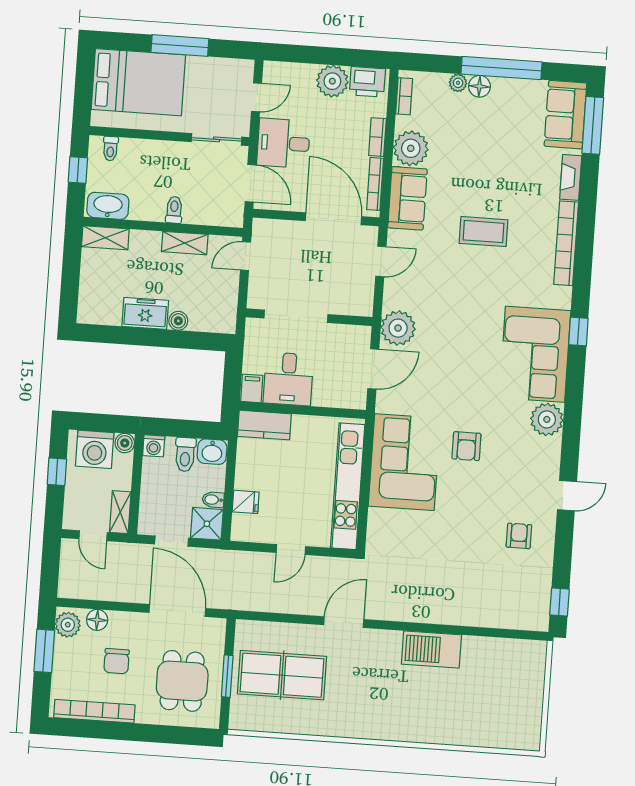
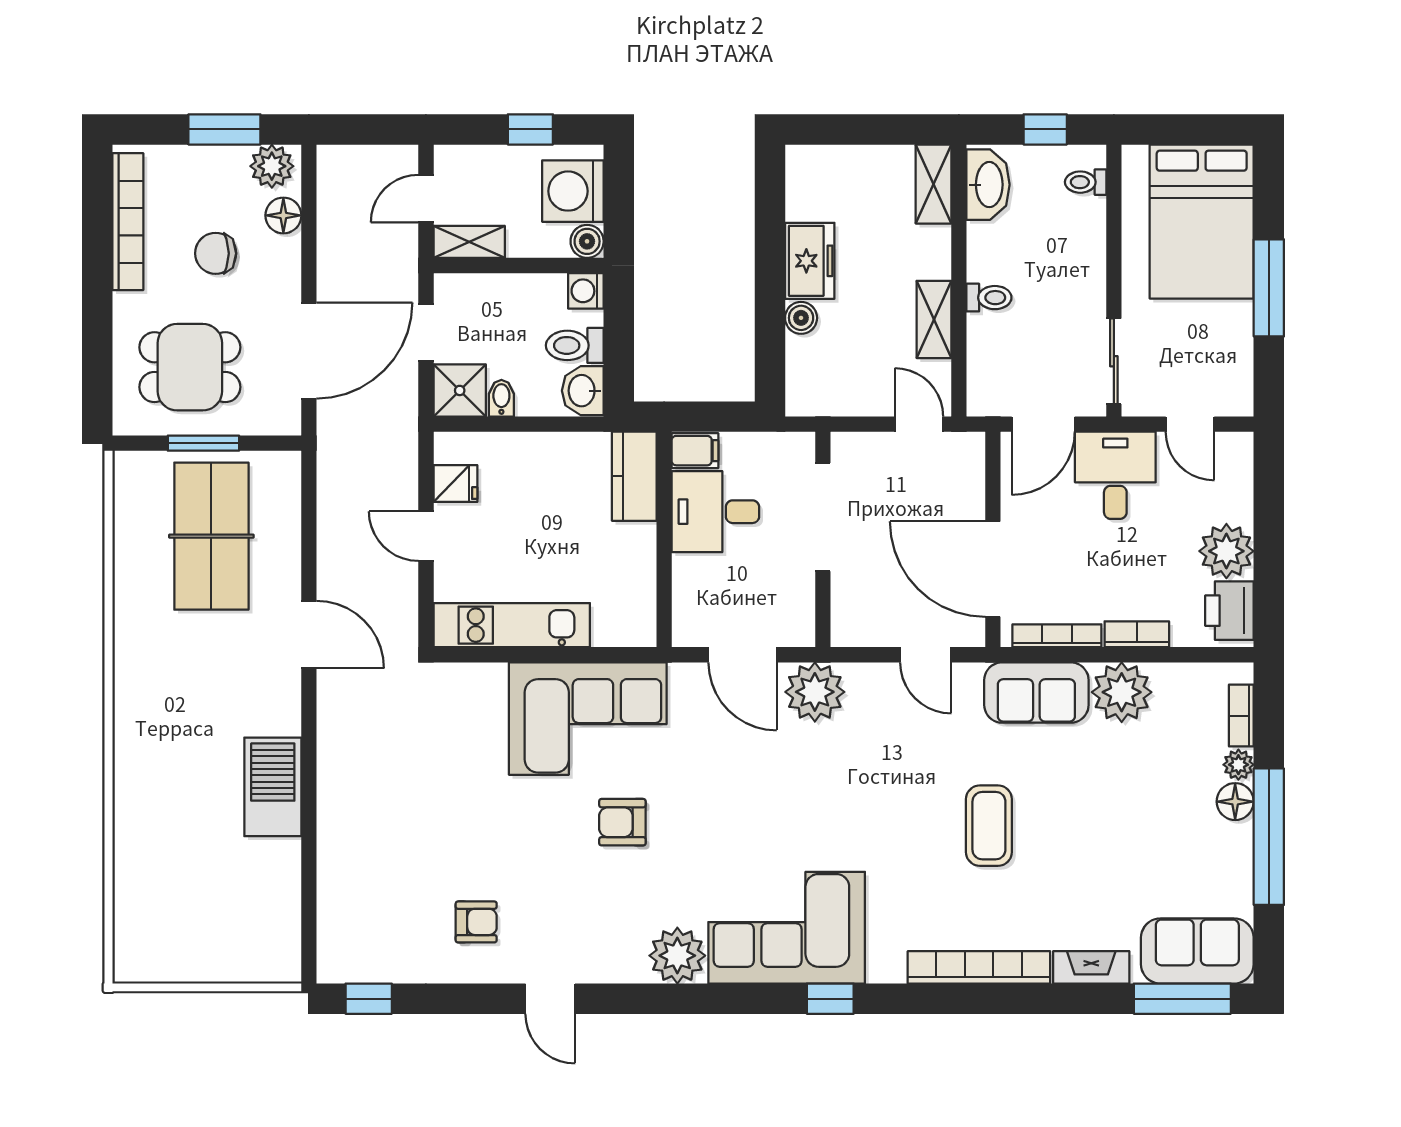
bookcase: (404, 96) -> (1241, 716), moved, turned 90
door: (333, 219) -> (993, 569), swing flipped
kitchen unit: (348, 486) -> (512, 625), width x0.73
fridge: (246, 502) -> (455, 483), moved, turned -90

